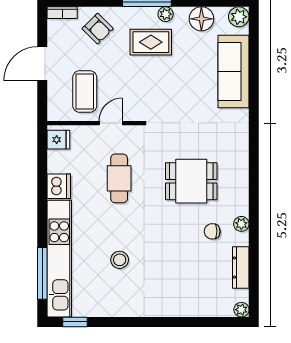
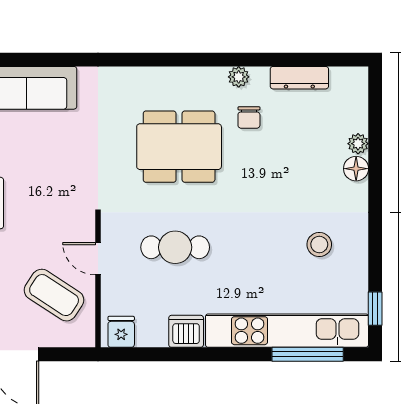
coffee table: (85, 91) -> (54, 295), turned 33
dining table: (191, 181) -> (179, 147), width x1.38
stool: (120, 260) -> (319, 244), moved
floor lamp: (175, 308) -> (356, 169), added
plant: (241, 310) -> (358, 144), moved

